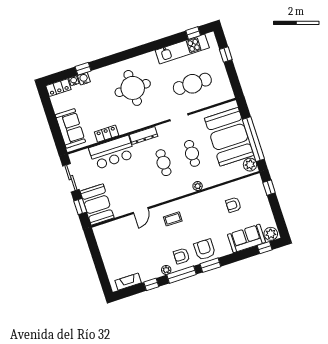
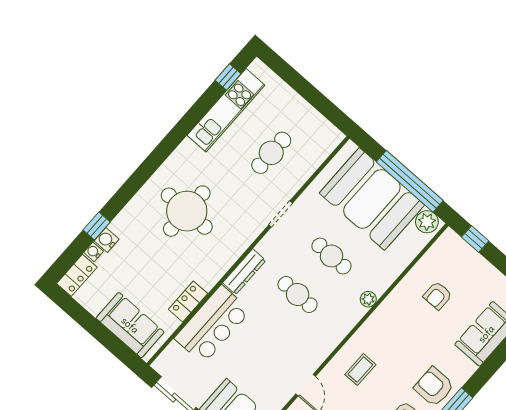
window: (226, 54) -> (295, 80), removed
cafe table: (192, 84) -> (271, 153), width x0.73, depth x0.74

